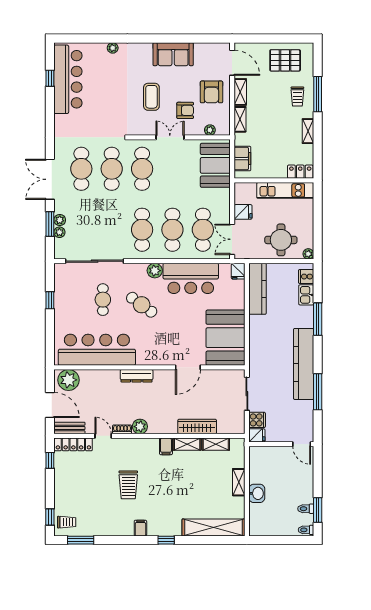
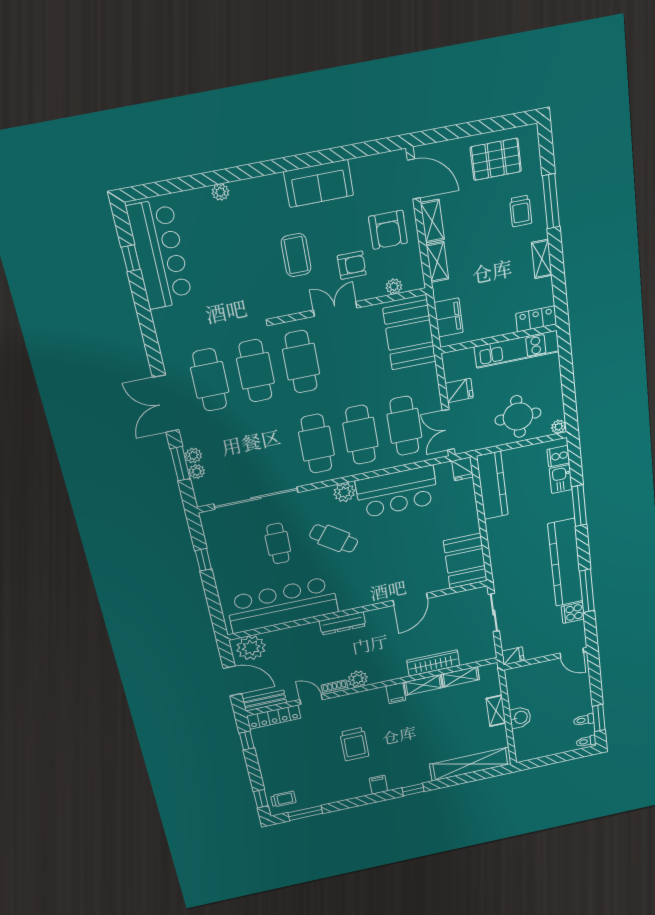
booth: (226, 338) -> (465, 561), width x0.73, depth x0.70
cooker: (257, 420) -> (573, 613), moved, turned 180

